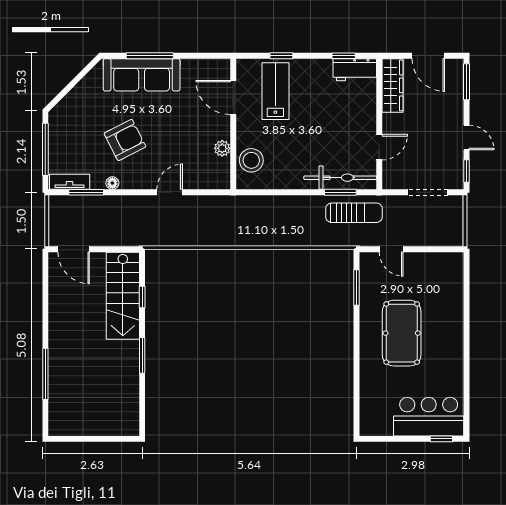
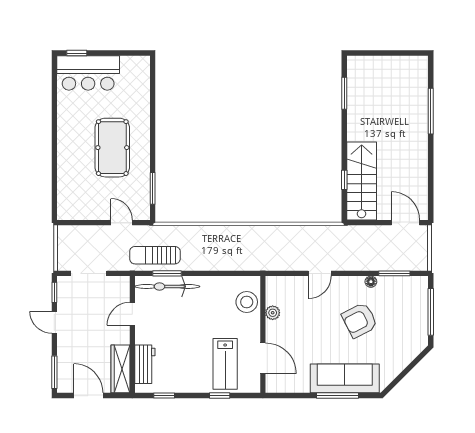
workbench: (355, 70) -> (145, 364), moved, turned 90
tv unit: (70, 182) -> (409, 283), removed
window: (142, 355) -> (344, 93), moved

